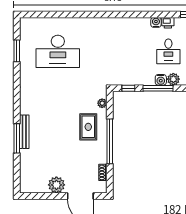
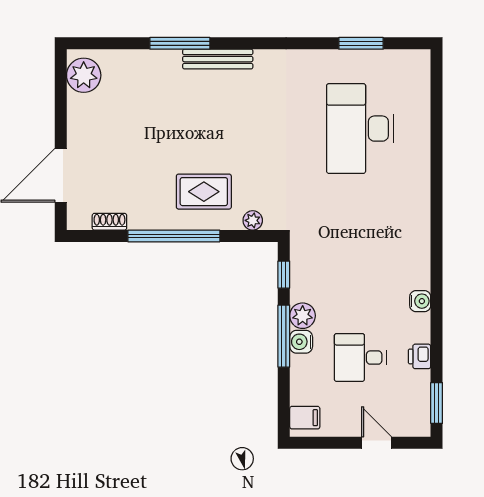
water cooler: (156, 22) -> (420, 301), moved
plant: (173, 79) -> (303, 316), moved
bench: (24, 132) -> (218, 59), moved
plant: (56, 185) -> (84, 75), moved

